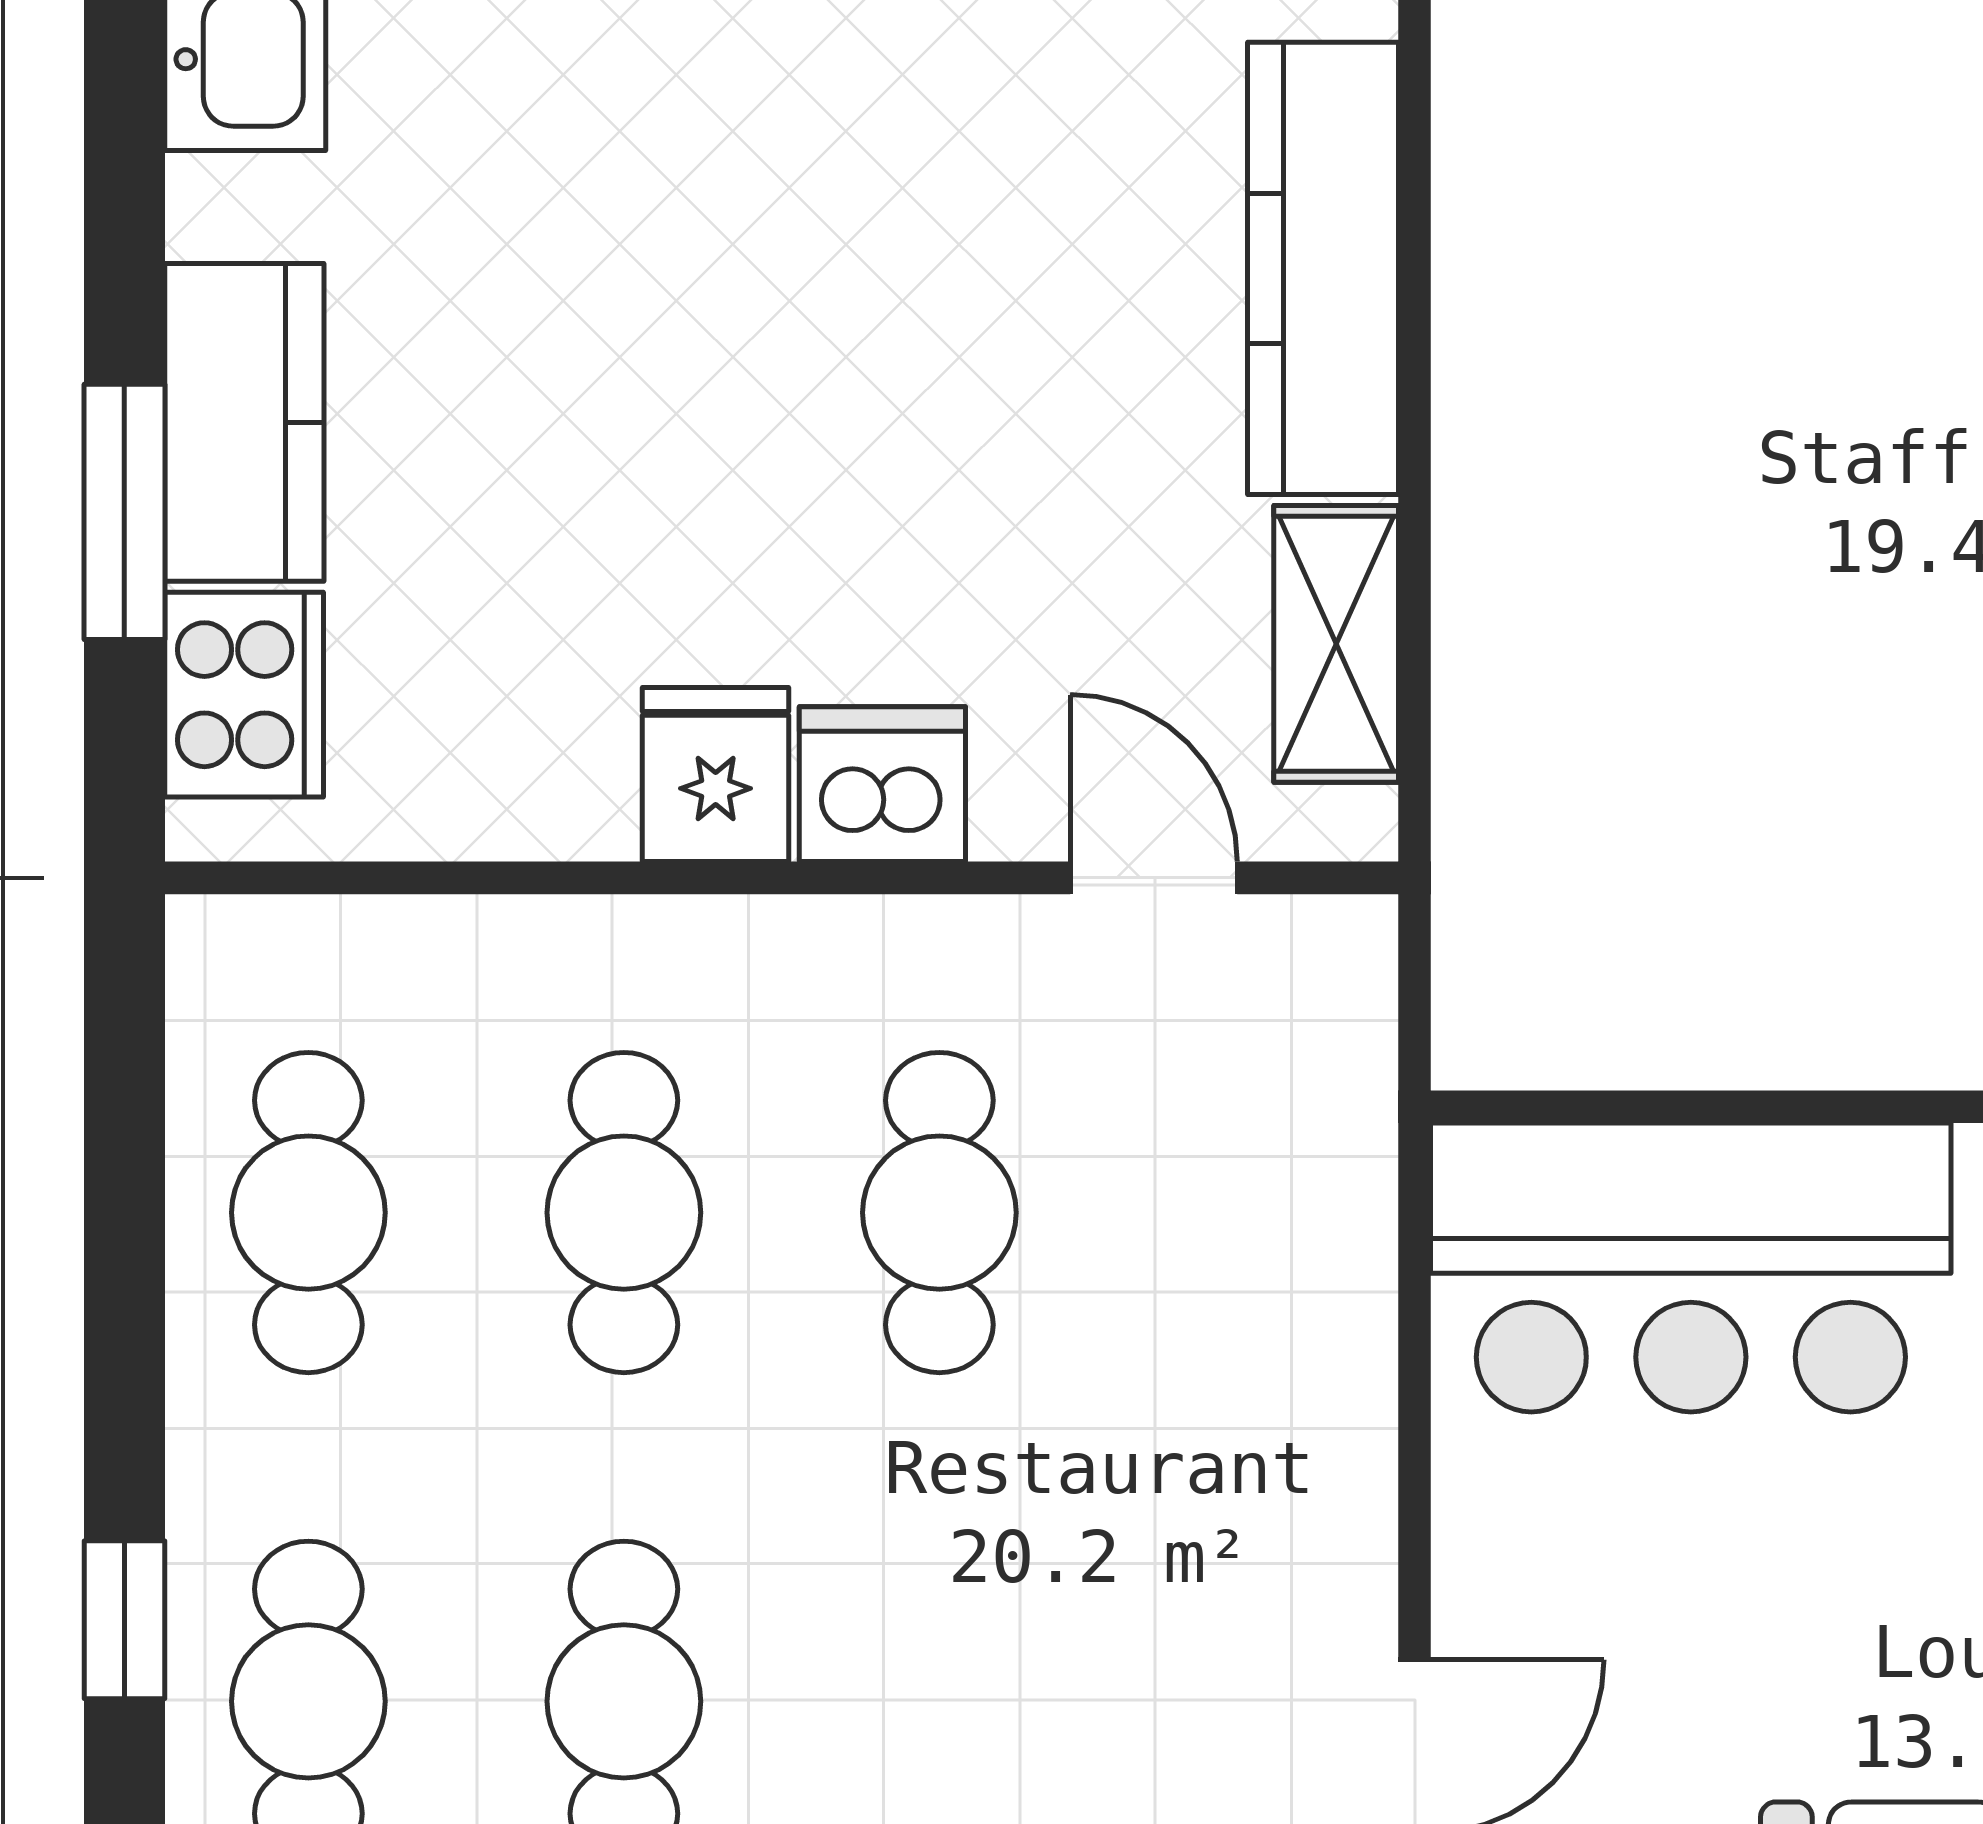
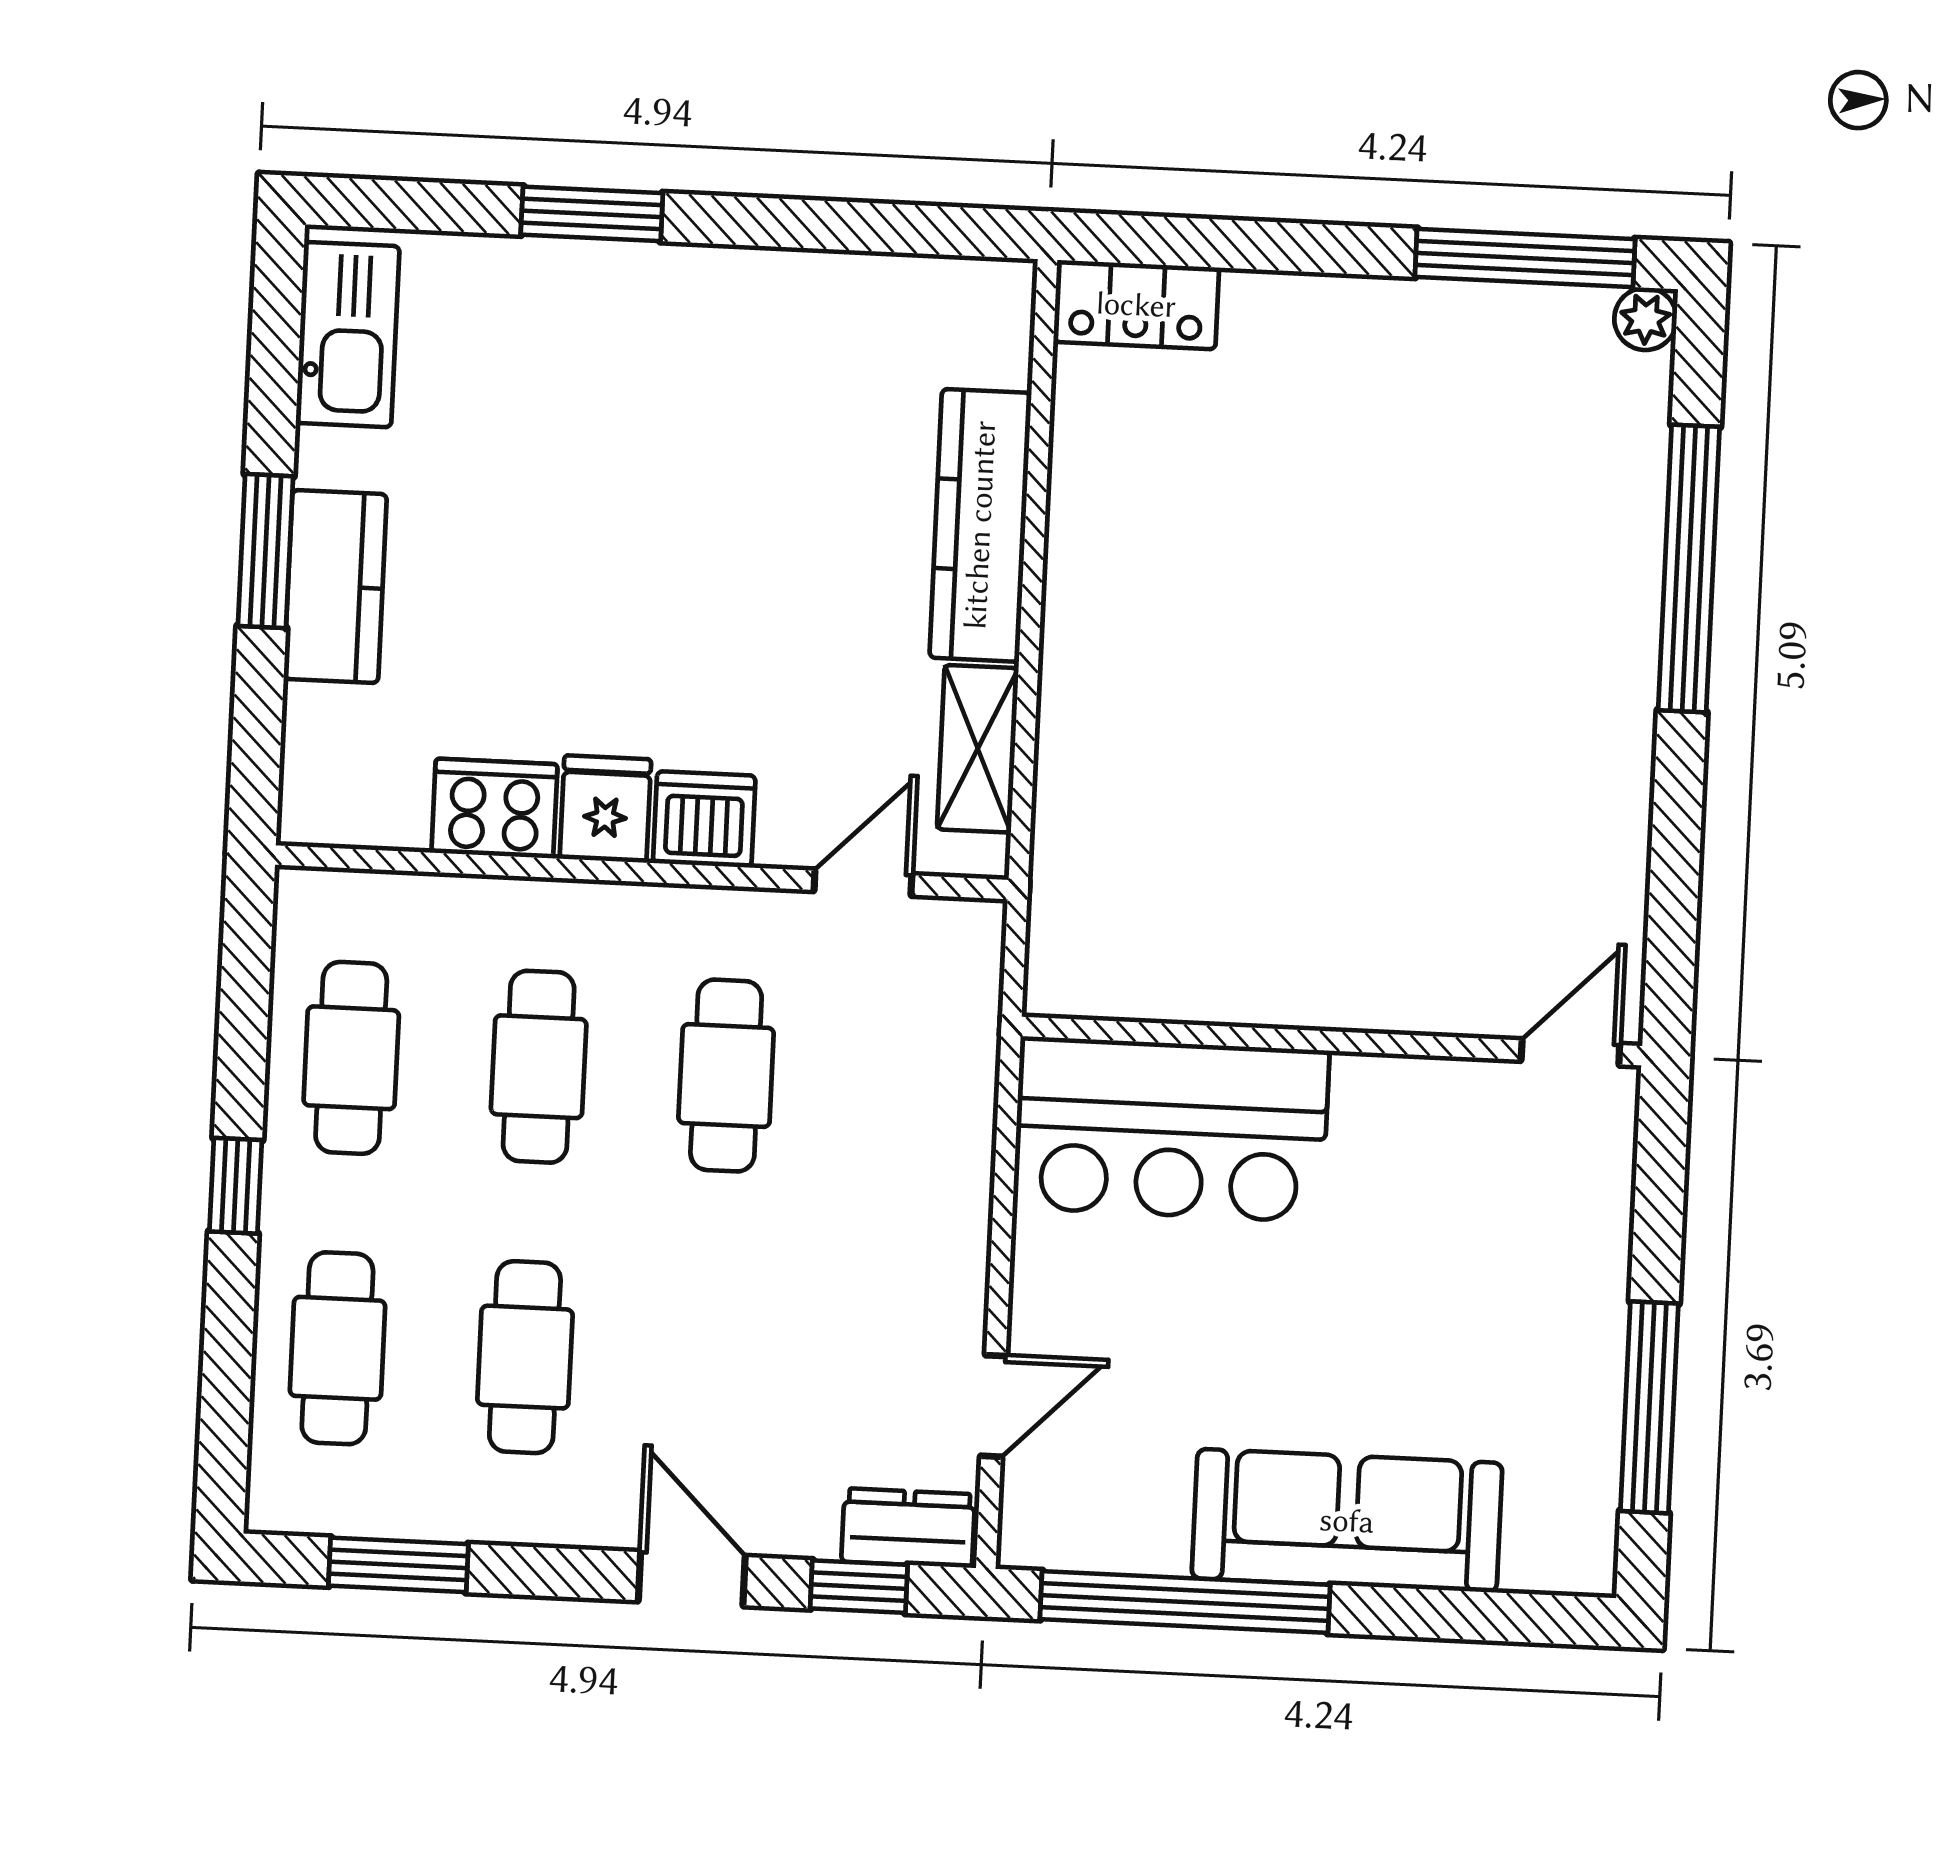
window: (124, 512) -> (266, 551), moved
cooker: (244, 695) -> (494, 808), moved, turned -90
door: (1154, 878) -> (863, 883), hinge flipped
window: (124, 1620) -> (236, 1186), moved

